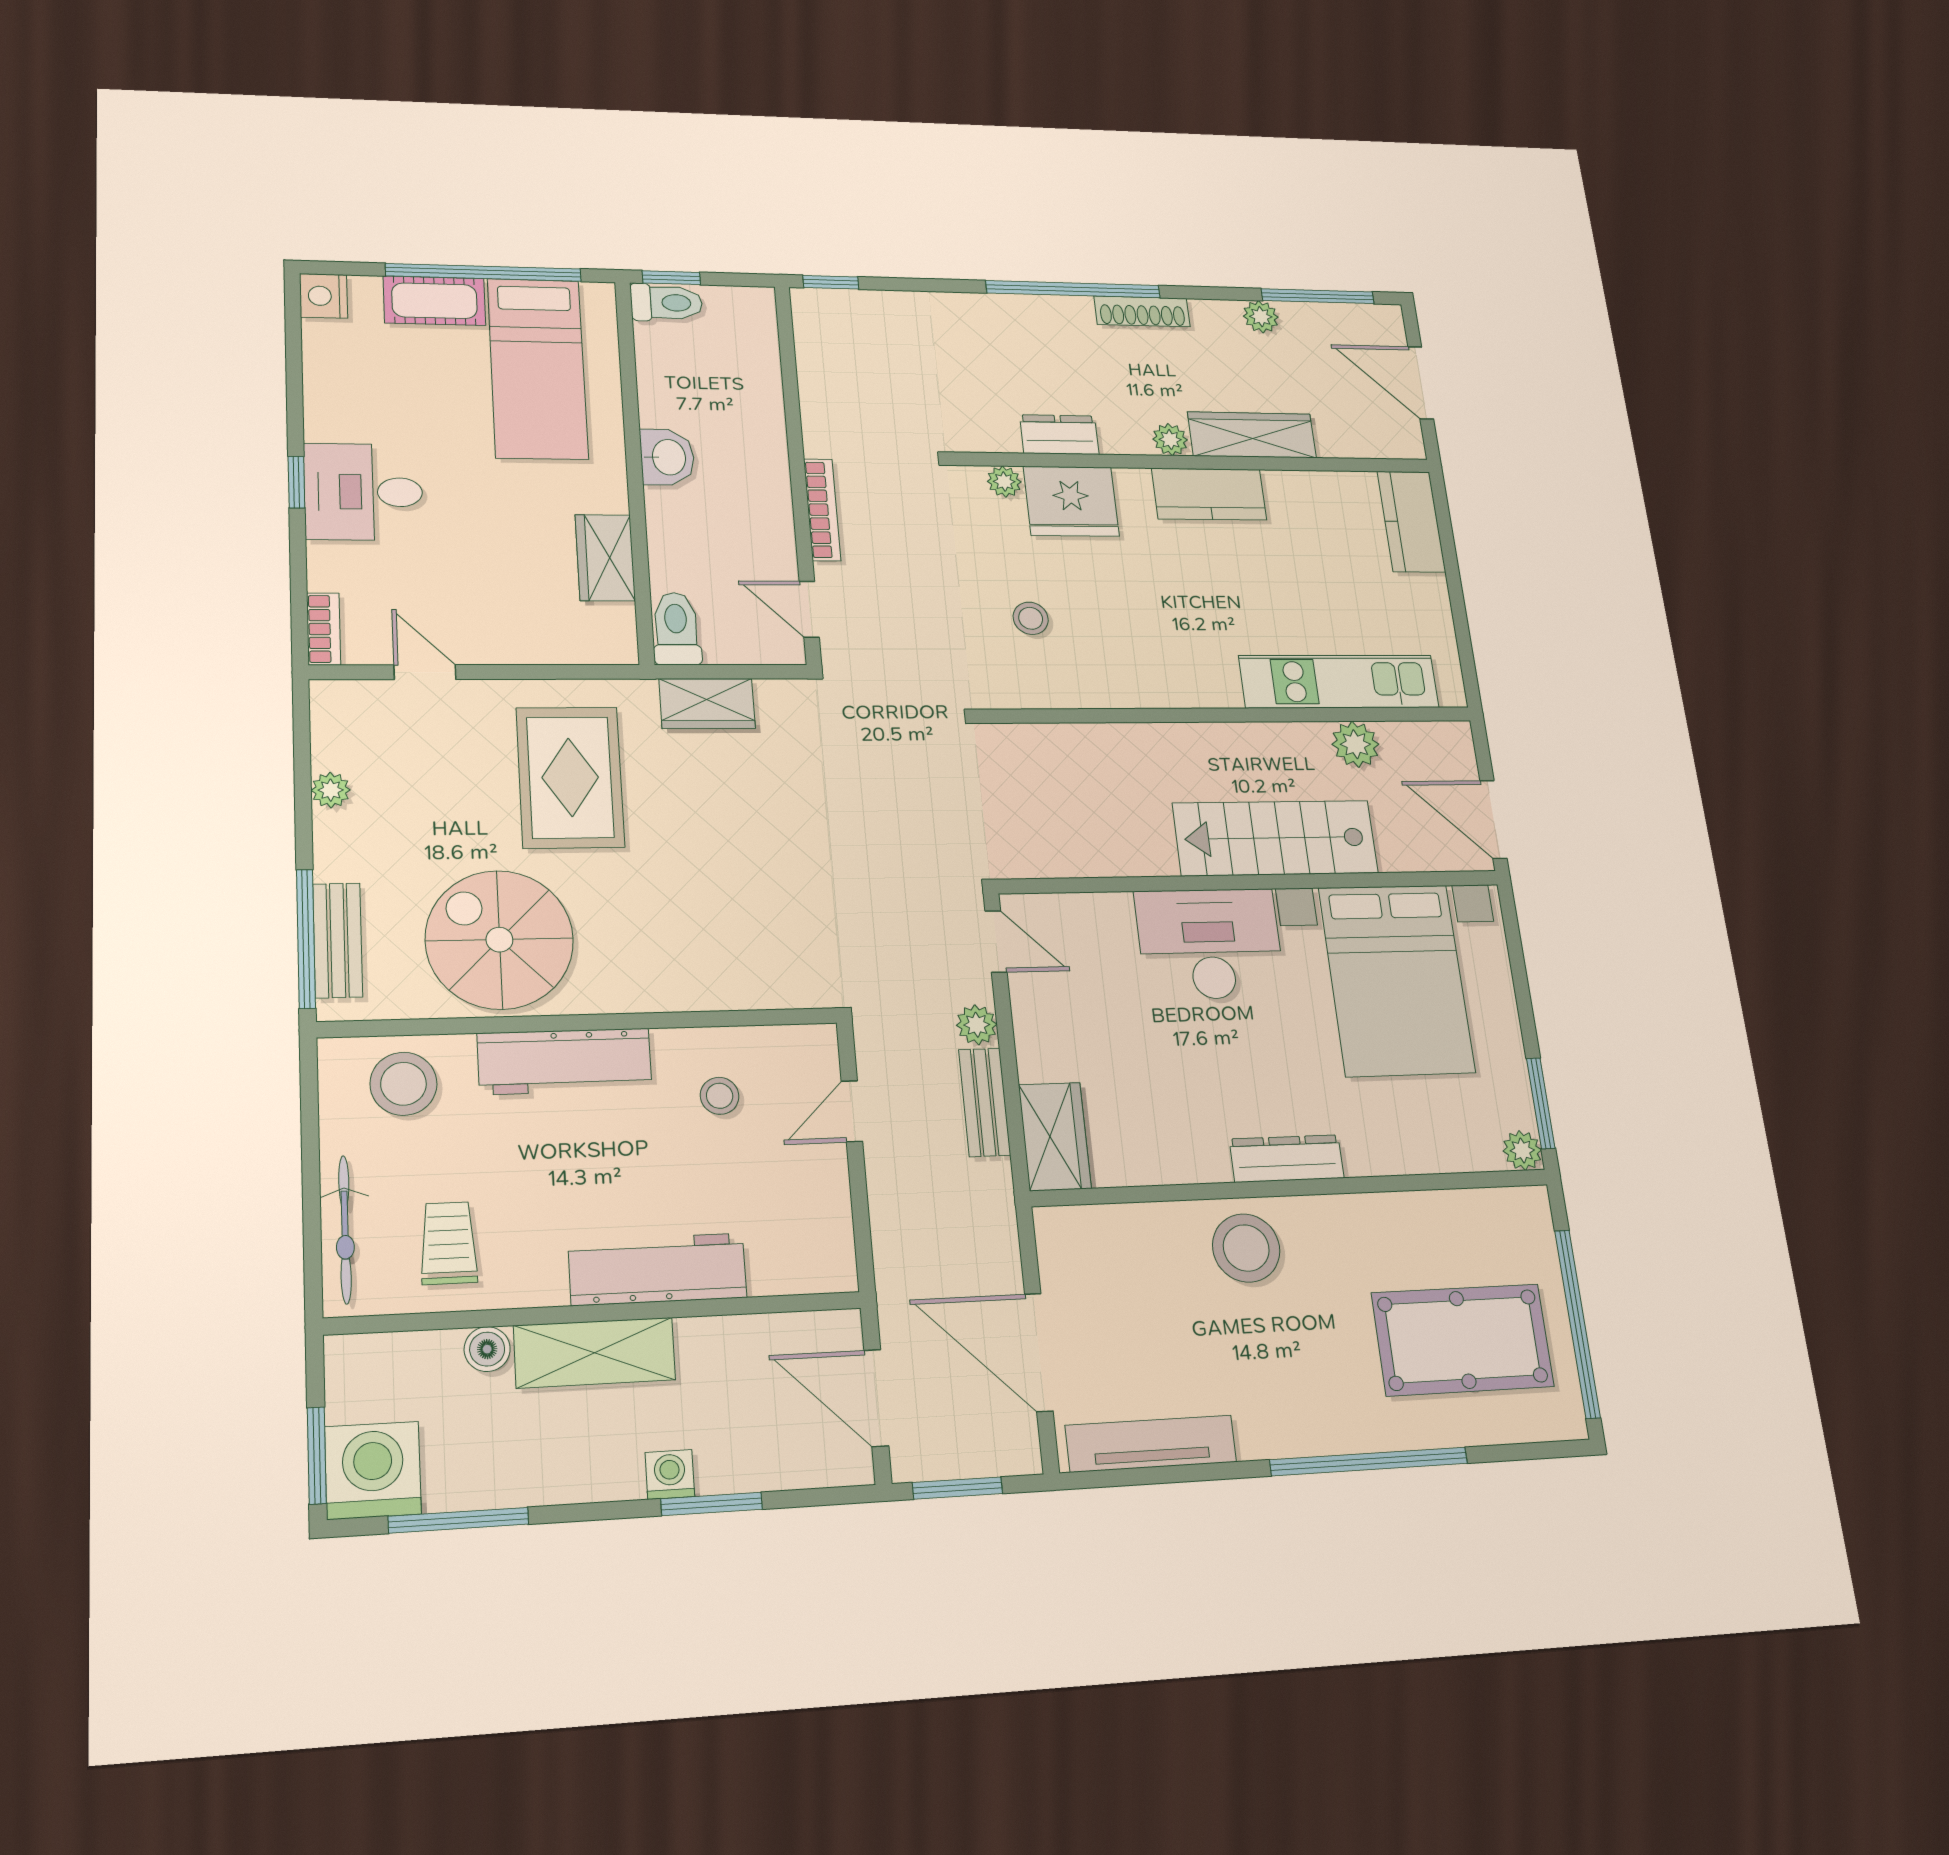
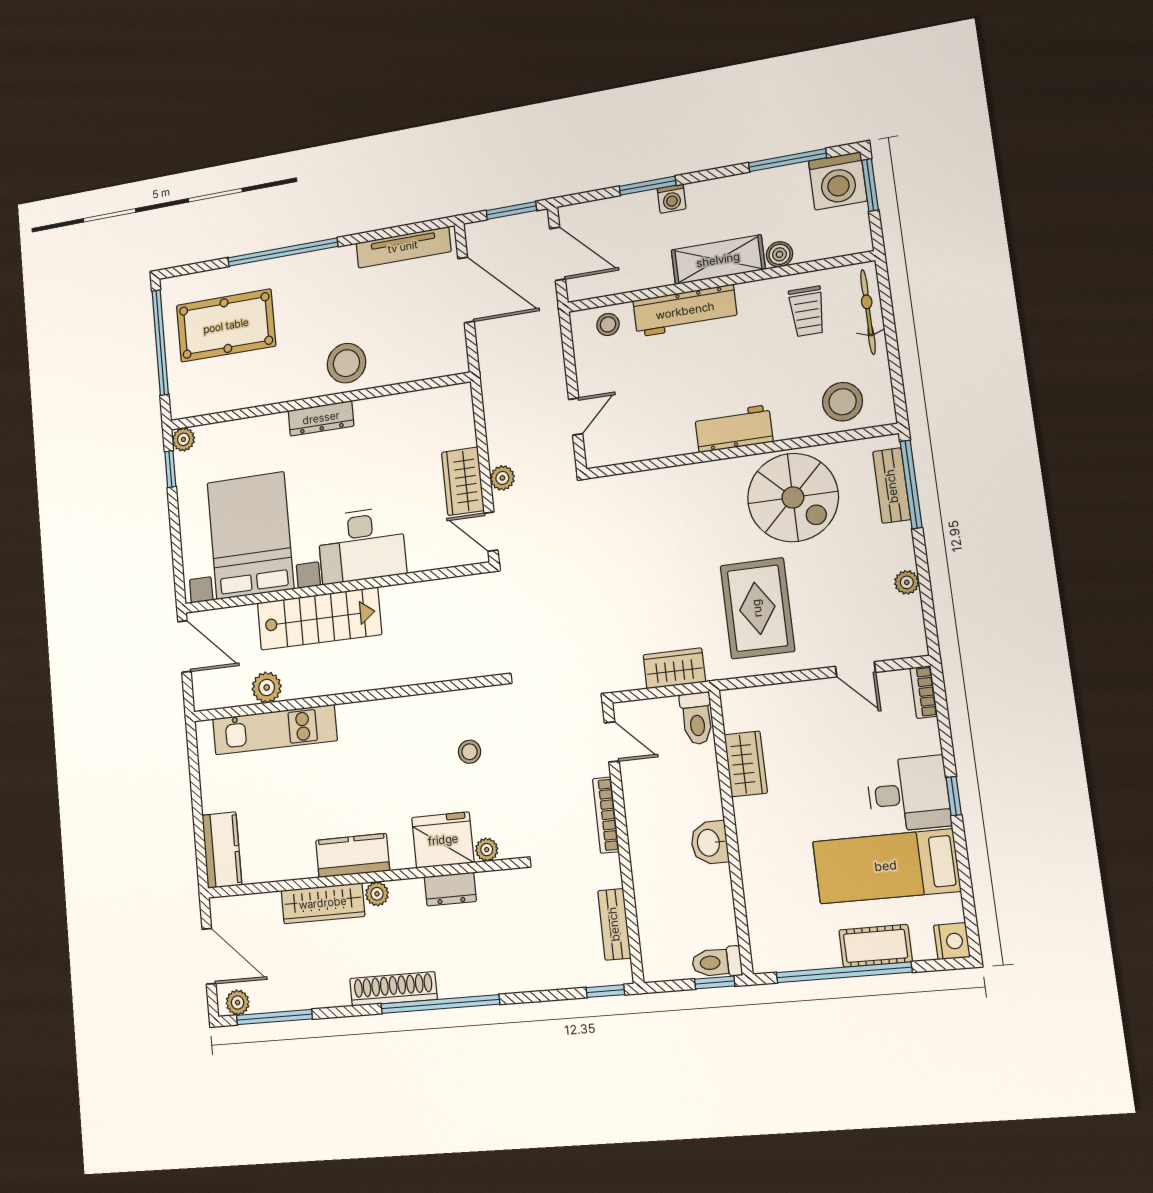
shoe rack: (1142, 311) -> (393, 989), width x1.36, depth x1.24
plant: (1261, 317) -> (238, 1003), moved
bed: (538, 368) -> (886, 866), moved, turned -90
workbench: (565, 1061) -> (734, 429), width x0.73
stool: (720, 1096) -> (608, 324), moved
bench: (985, 1102) -> (614, 924), moved
window: (1541, 1103) -> (170, 469), width x0.67
wardrobe: (1055, 1136) -> (463, 481), moved

